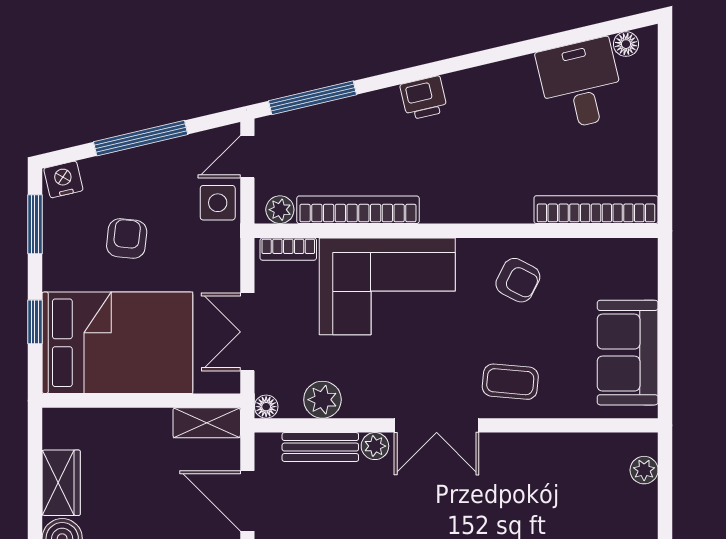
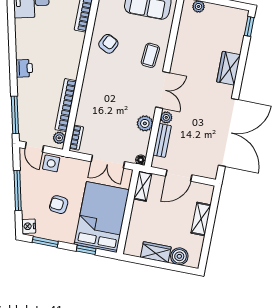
corner sofa: (387, 286) -> (100, 99), removed
plant: (322, 400) -> (145, 123), moved

